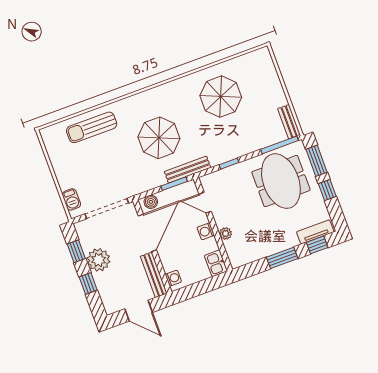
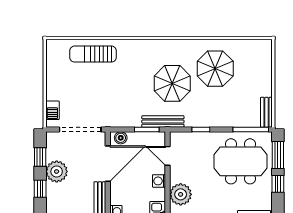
parasol: (159, 138) -> (172, 83), moved
meeting table: (281, 181) -> (240, 161), turned 90
plant: (226, 234) -> (181, 194), width x1.88, depth x1.88

